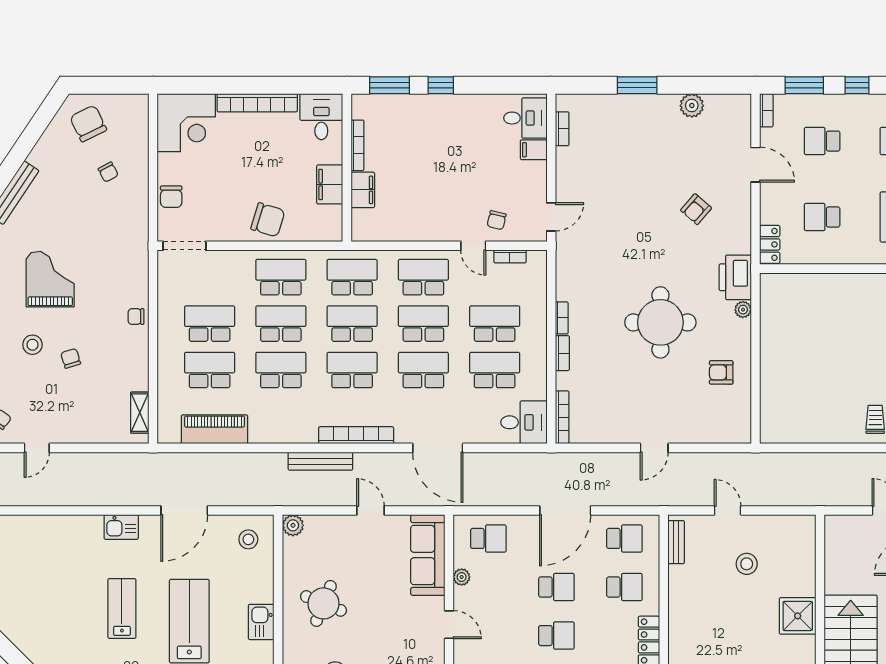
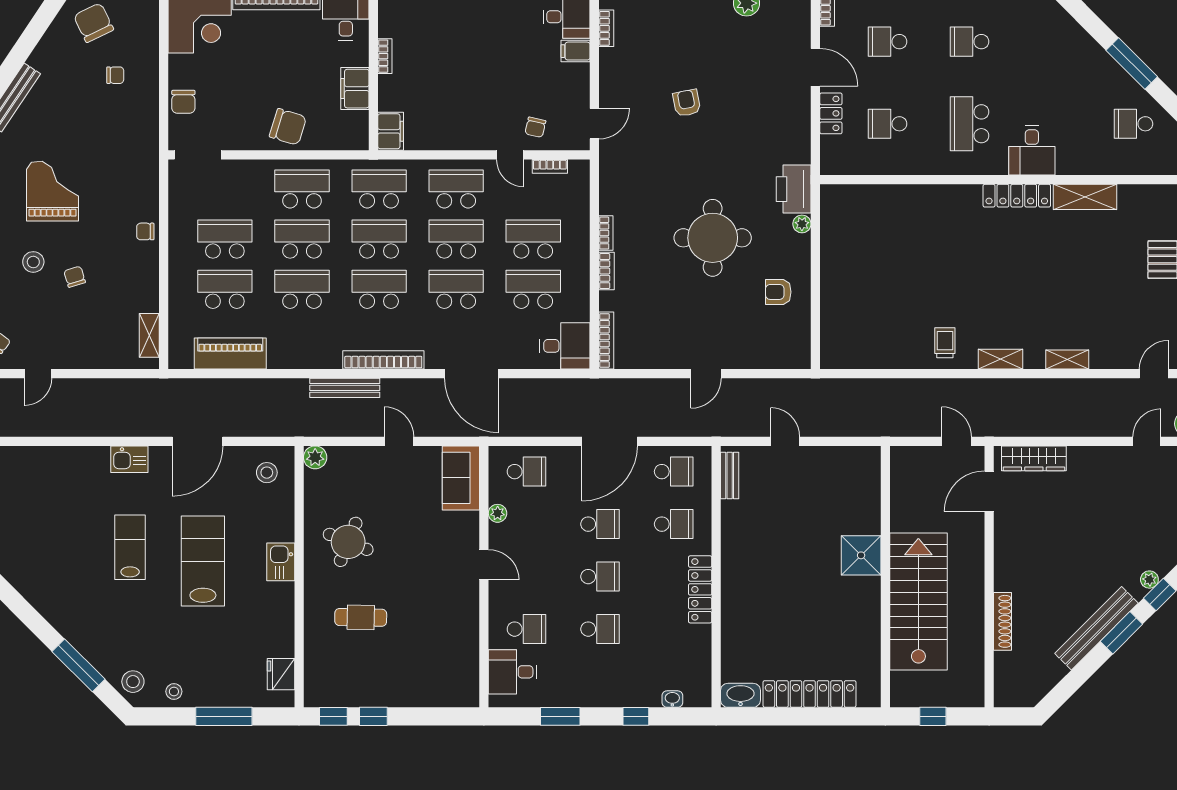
bookcase: (358, 145) -> (385, 56), width x0.64
chair: (108, 172) -> (115, 75), turned -62
filing cabinet: (363, 190) -> (391, 131), moved
armchair: (696, 209) -> (687, 103), moved, turned 128
locker: (770, 244) -> (831, 113), moved
sofa: (428, 555) -> (461, 478), width x0.73
stool: (747, 564) -> (806, 499), removed

